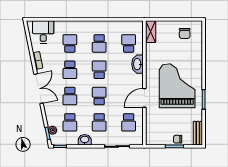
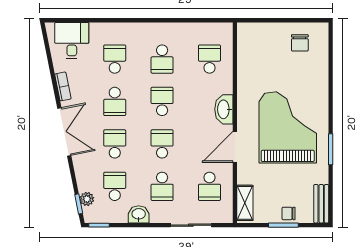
shelving: (151, 32) -> (245, 203), moved
washbasin: (138, 64) -> (224, 109), moved
school desk: (70, 96) -> (115, 144), turned 180
school desk: (70, 122) -> (115, 186), turned 180

